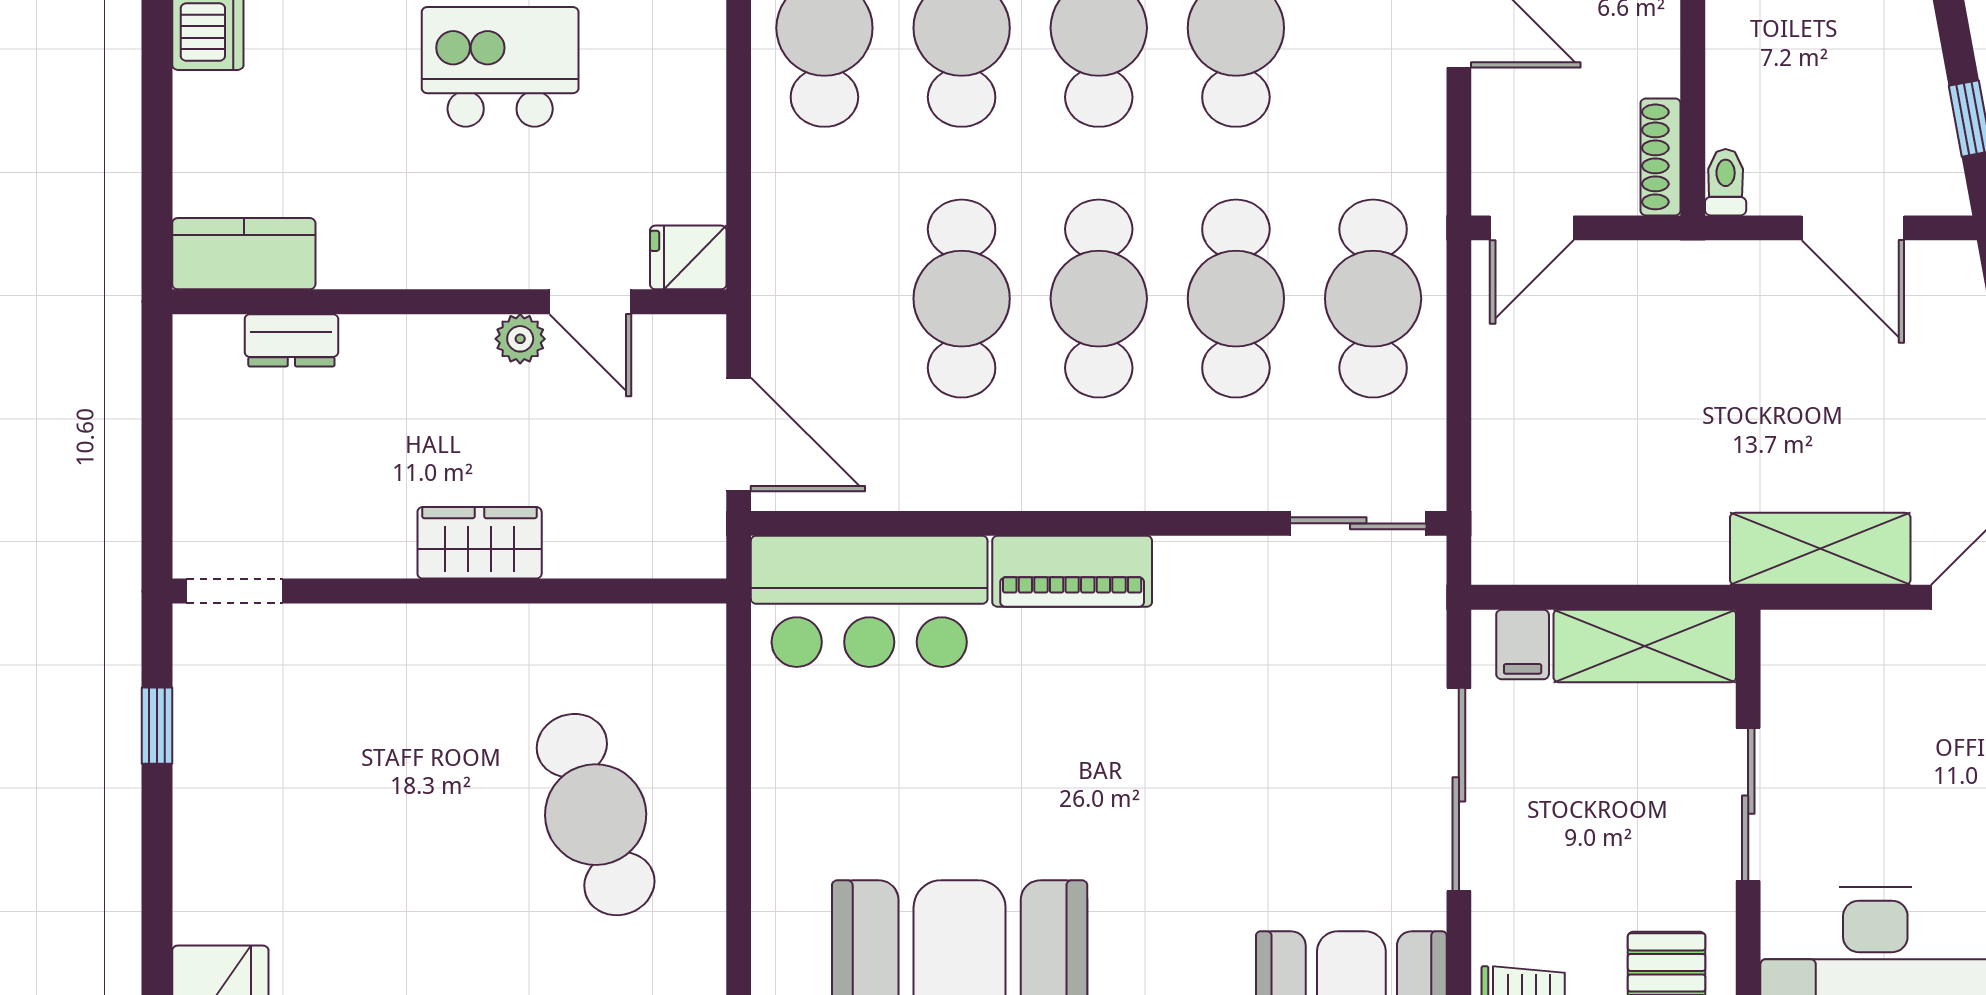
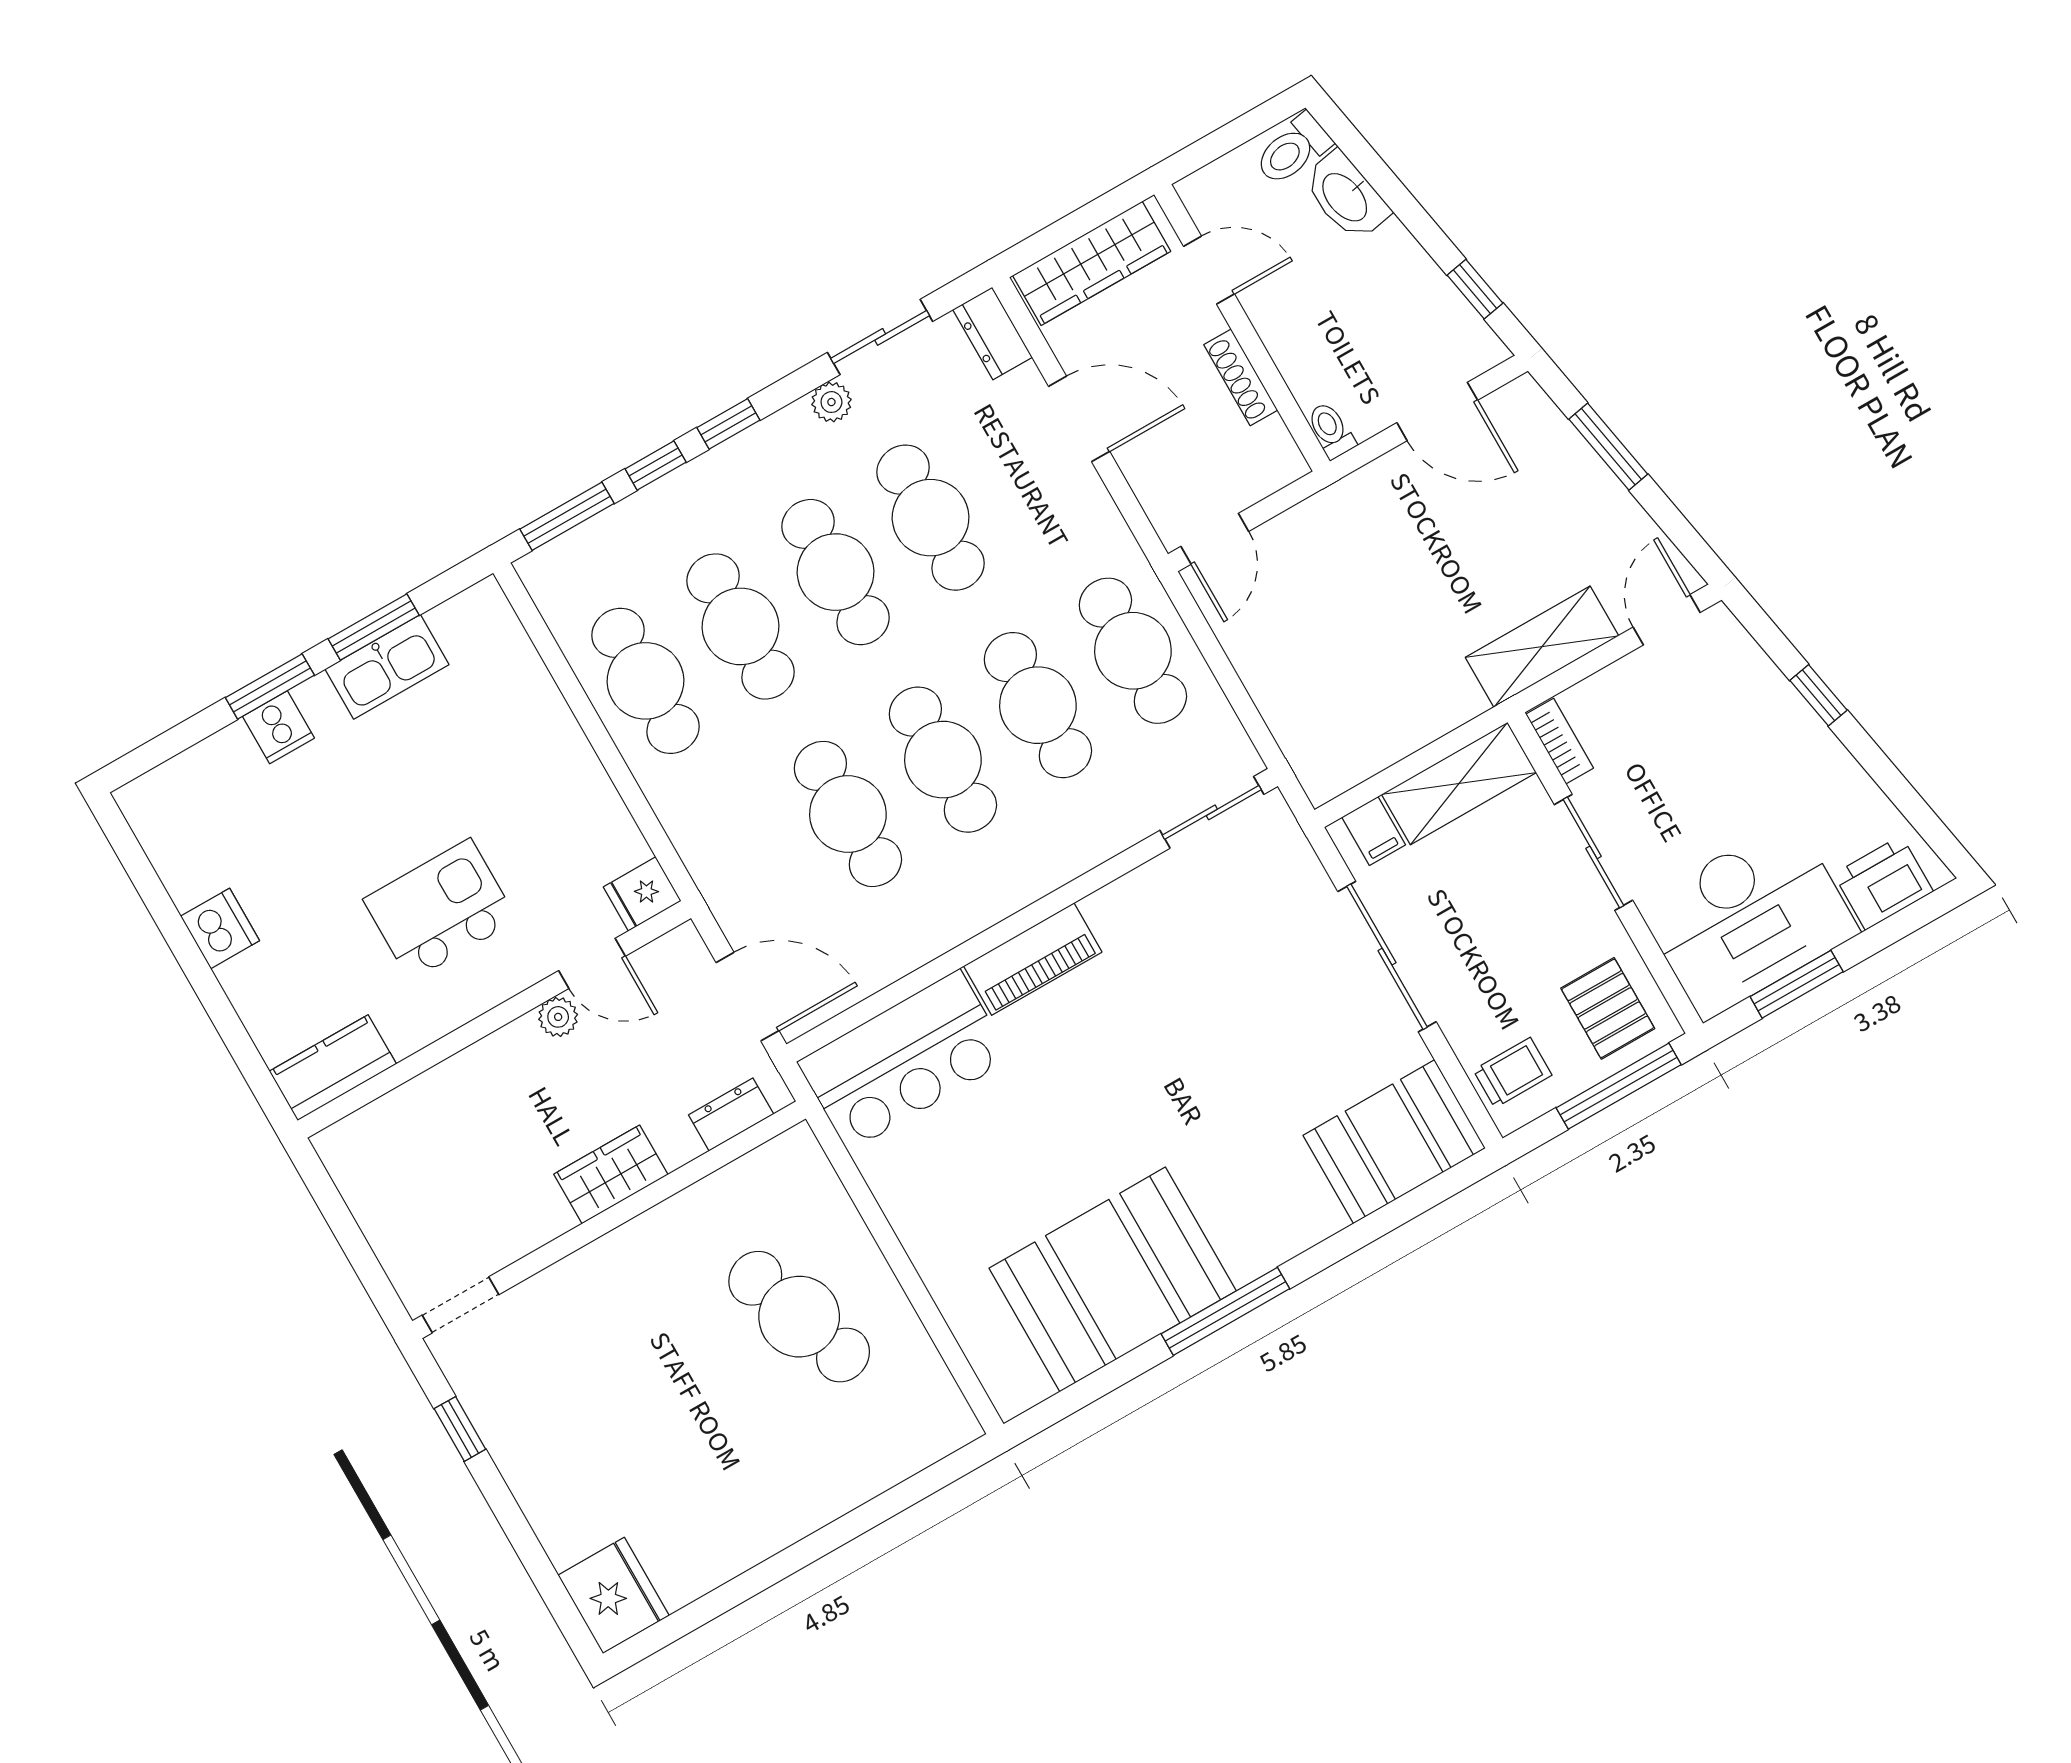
kitchen island: (500, 67) -> (440, 910), moved
shoe rack: (1661, 157) -> (1241, 377), moved
dresser: (291, 340) -> (731, 1114), moved, turned 180
bookcase: (1781, 663) -> (1560, 741), added

